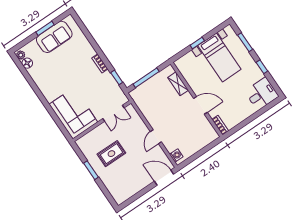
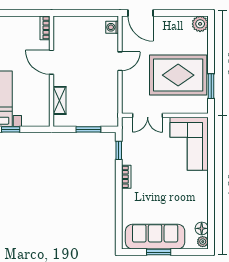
sofa: (54, 37) -> (155, 237), width x1.36
window: (146, 78) -> (88, 129), width x0.69
double door: (113, 113) -> (148, 115), swing flipped
rug: (111, 154) -> (178, 75), width x1.86, depth x2.06
window: (91, 170) -> (211, 86), moved
plant: (120, 197) -> (200, 24), added

